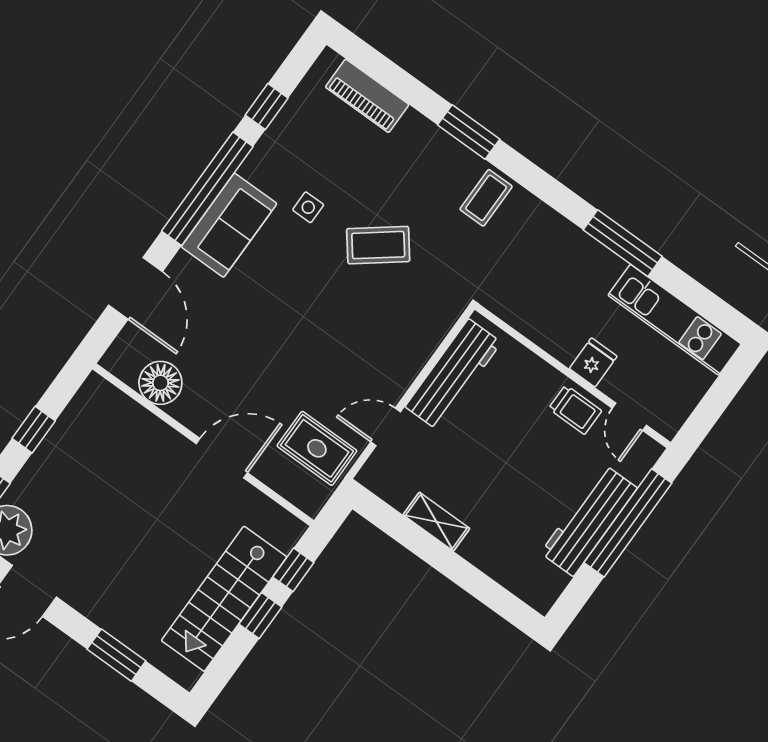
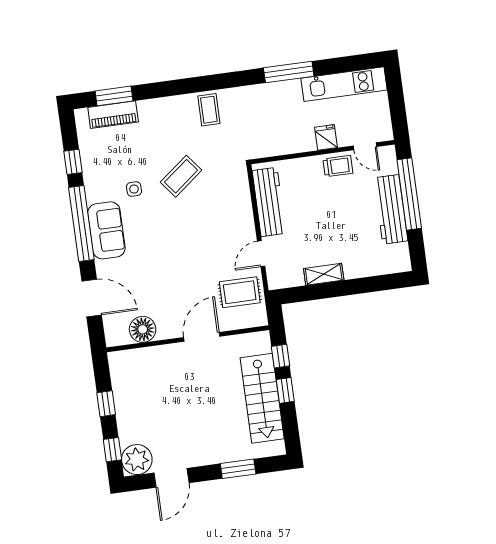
window: (469, 132) -> (114, 96), moved

